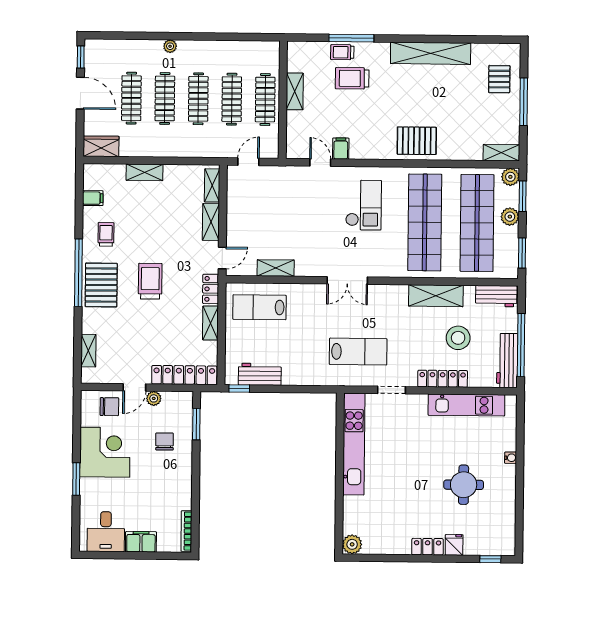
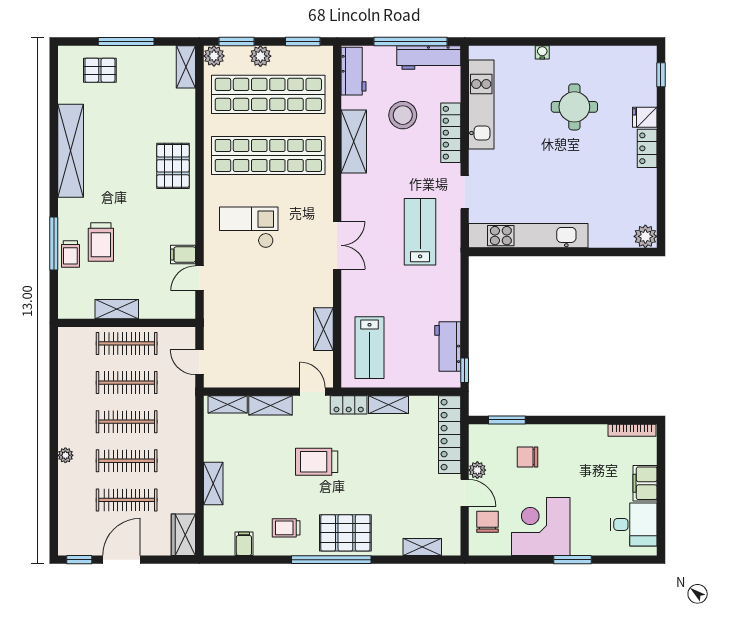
trolley: (150, 281) -> (317, 462), moved

